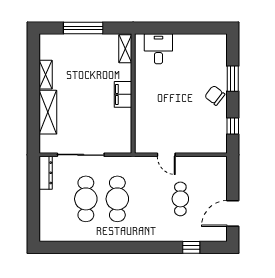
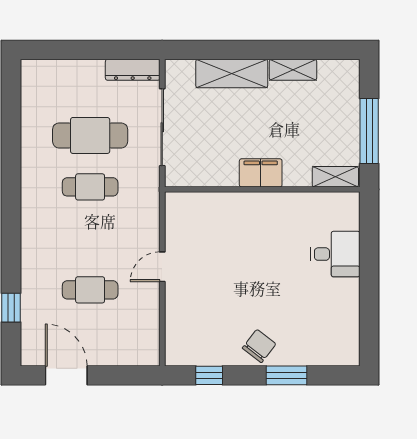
shelving: (125, 49) -> (335, 177), moved
filing cabinet: (123, 94) -> (261, 173), moved
wall: (133, 94) -> (262, 189), moved
cafe table: (117, 199) -> (90, 187), width x0.73, depth x0.74

